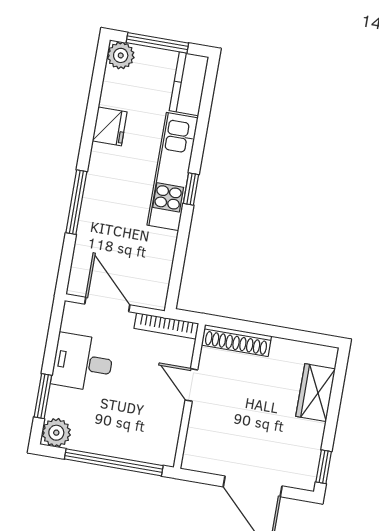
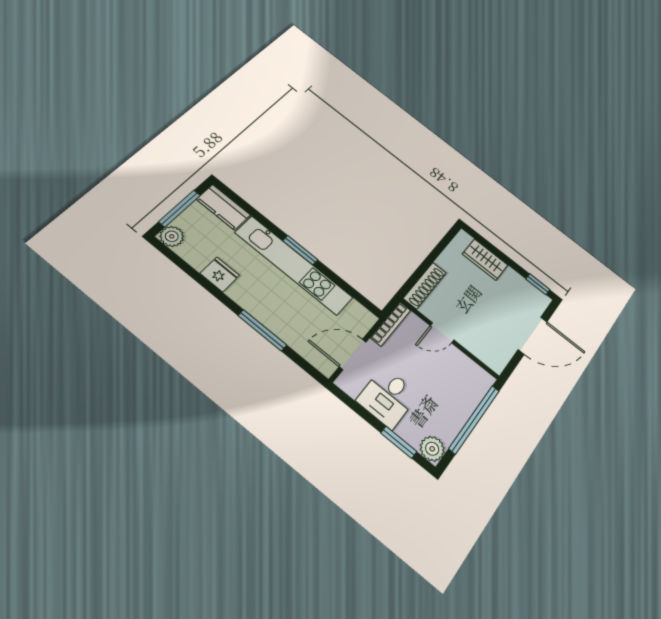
kitchen unit: (173, 171) -> (294, 265), width x1.36
window: (191, 189) -> (300, 250), width x1.50

